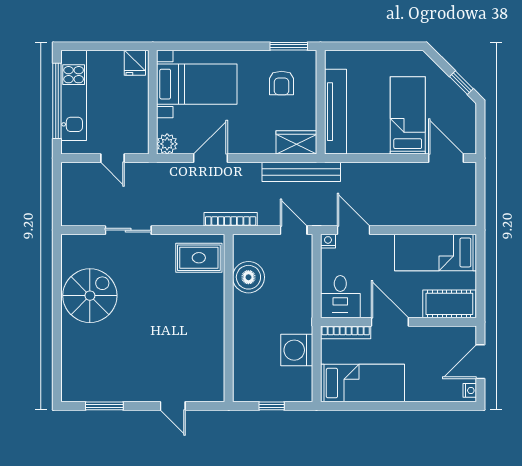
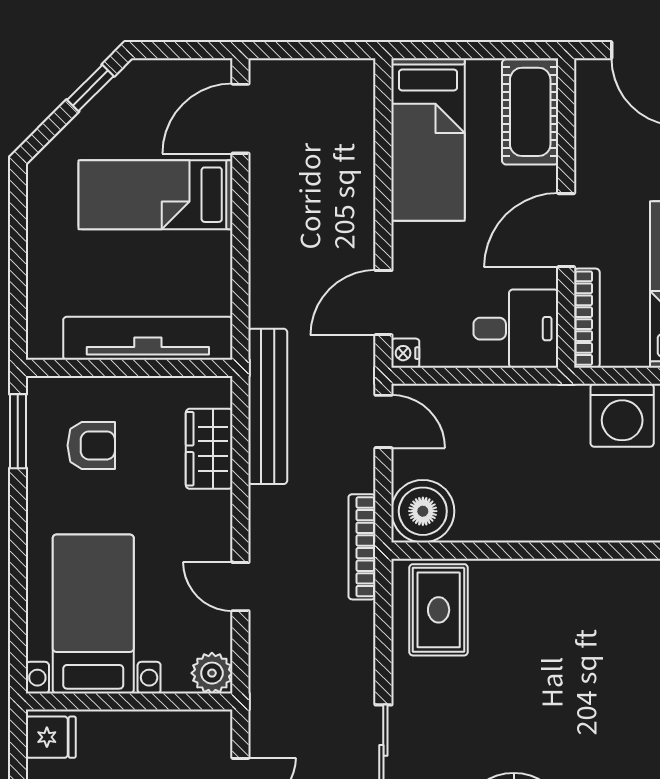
wardrobe: (296, 142) -> (209, 449), moved
door: (211, 158) -> (240, 587), width x0.73
door: (294, 230) -> (383, 421), swing flipped
boiler: (248, 277) -> (423, 511), moved

